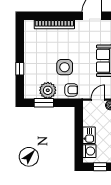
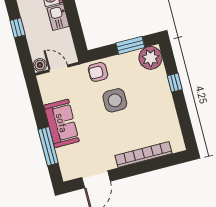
plant: (48, 90) -> (151, 58), moved
door: (98, 100) -> (58, 68), swing flipped

